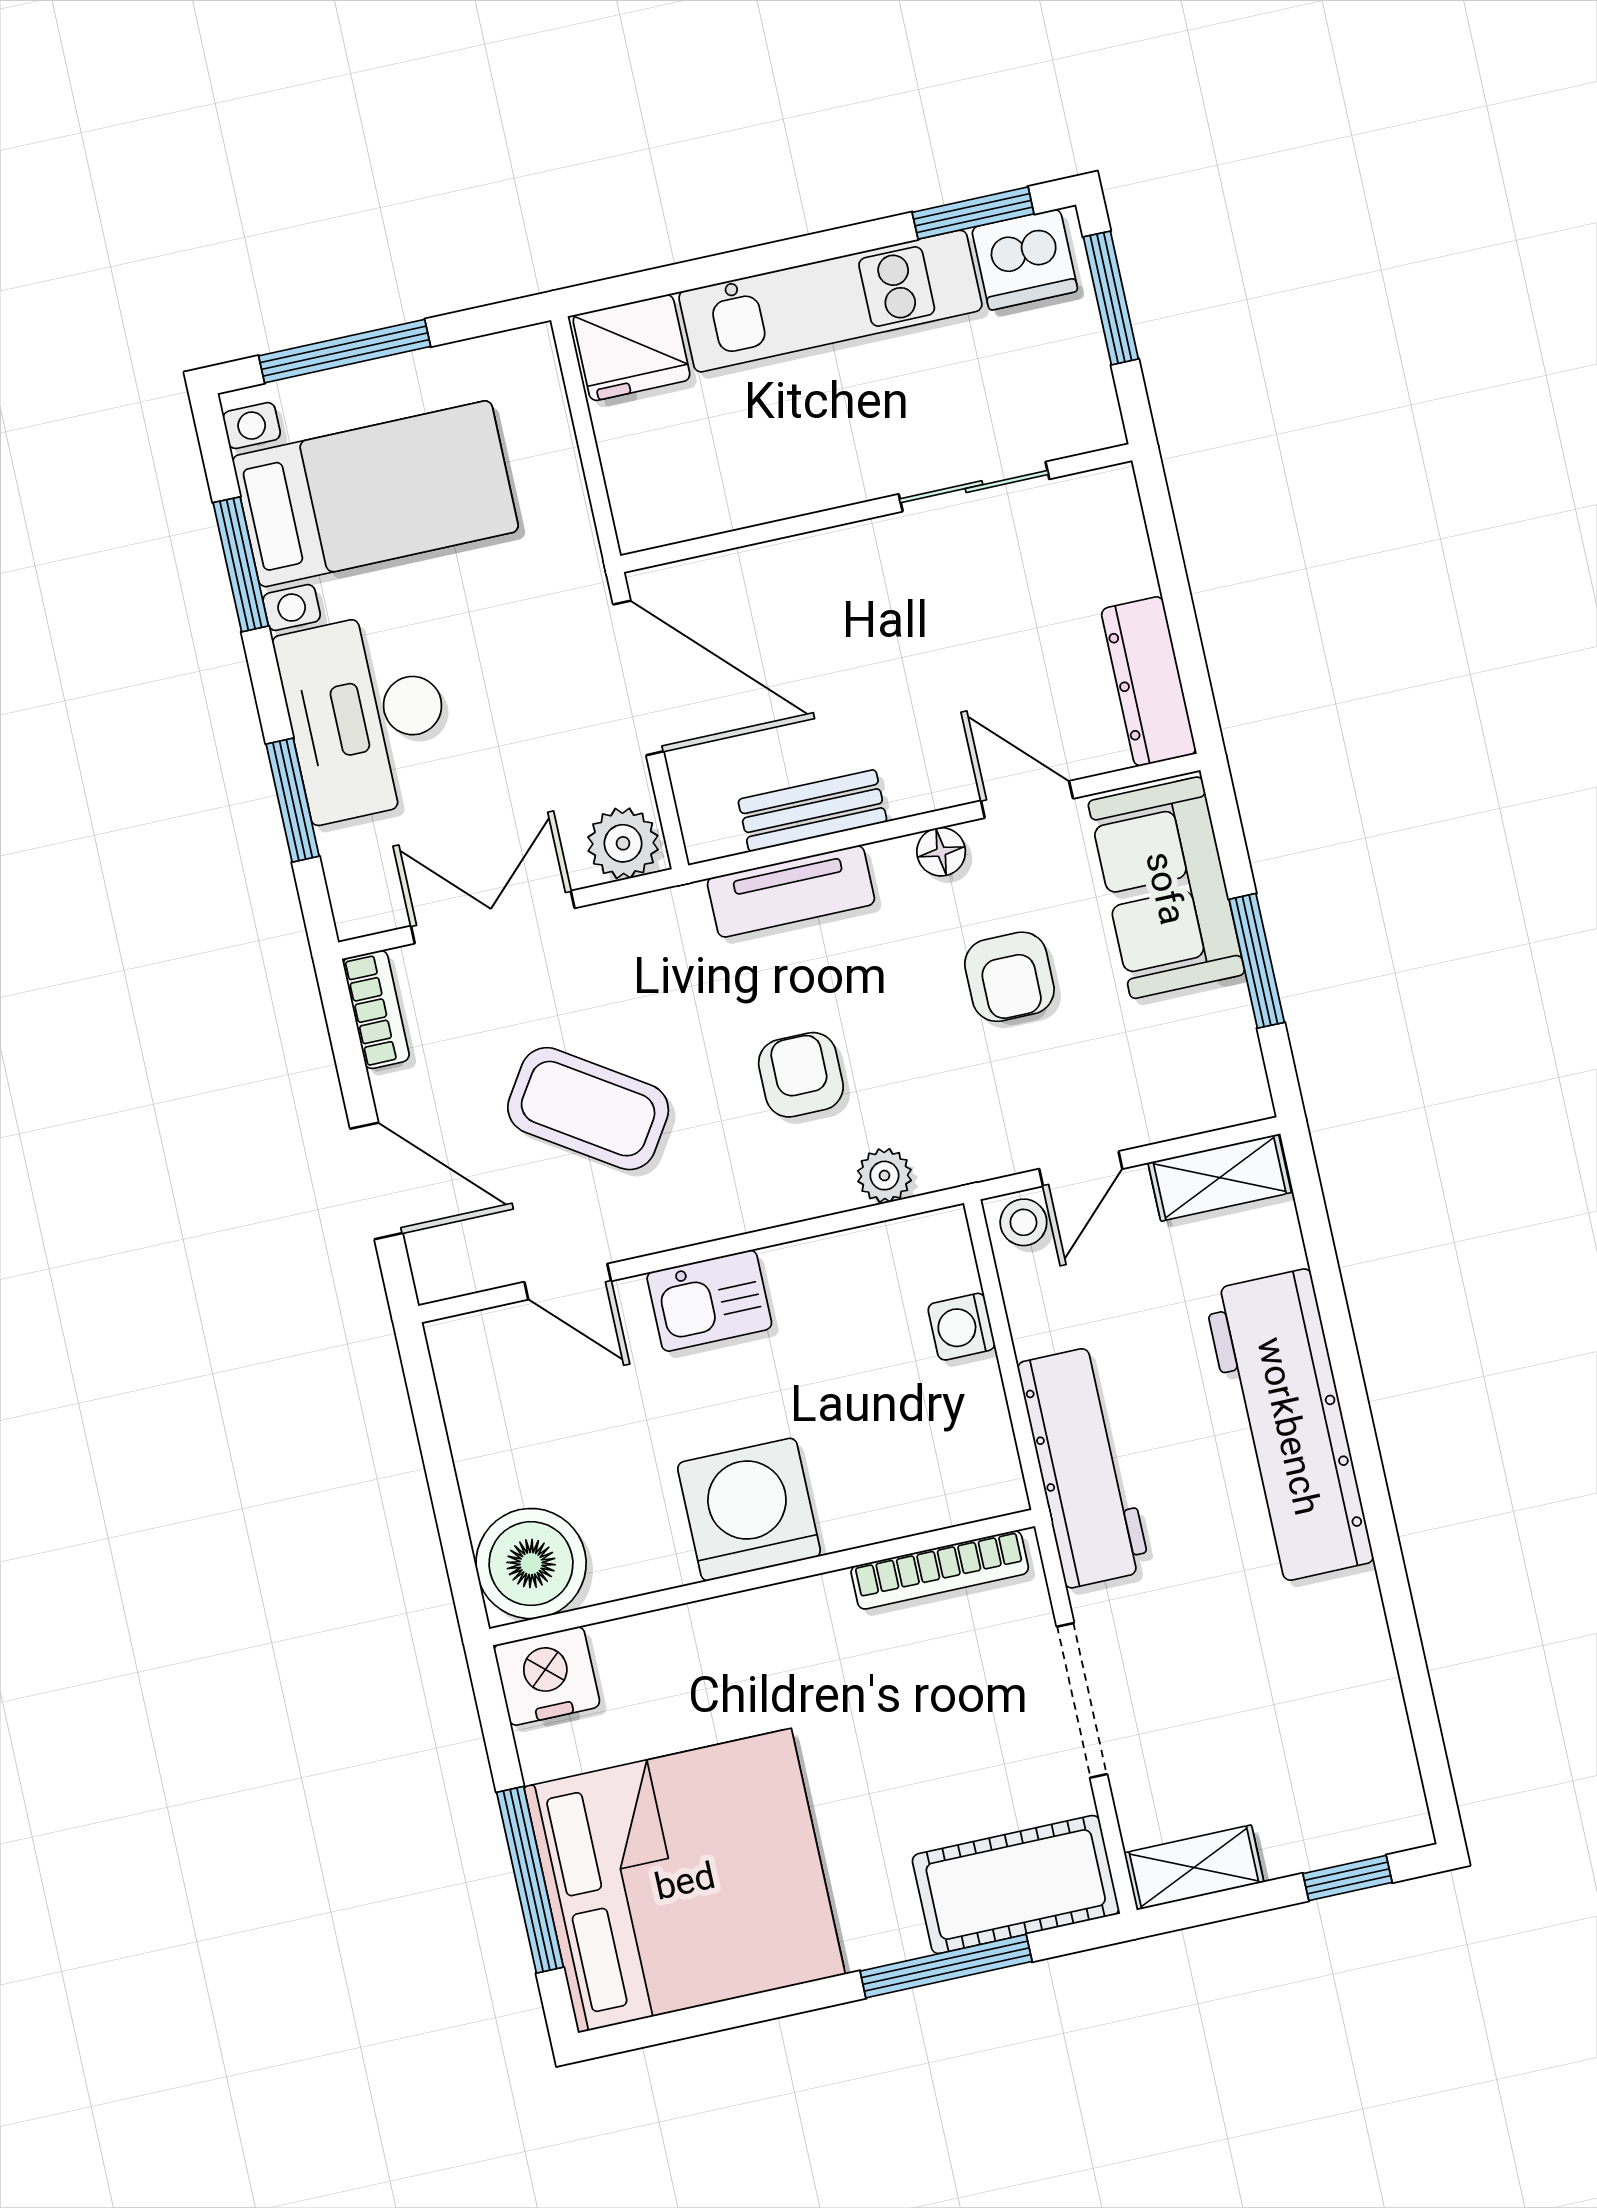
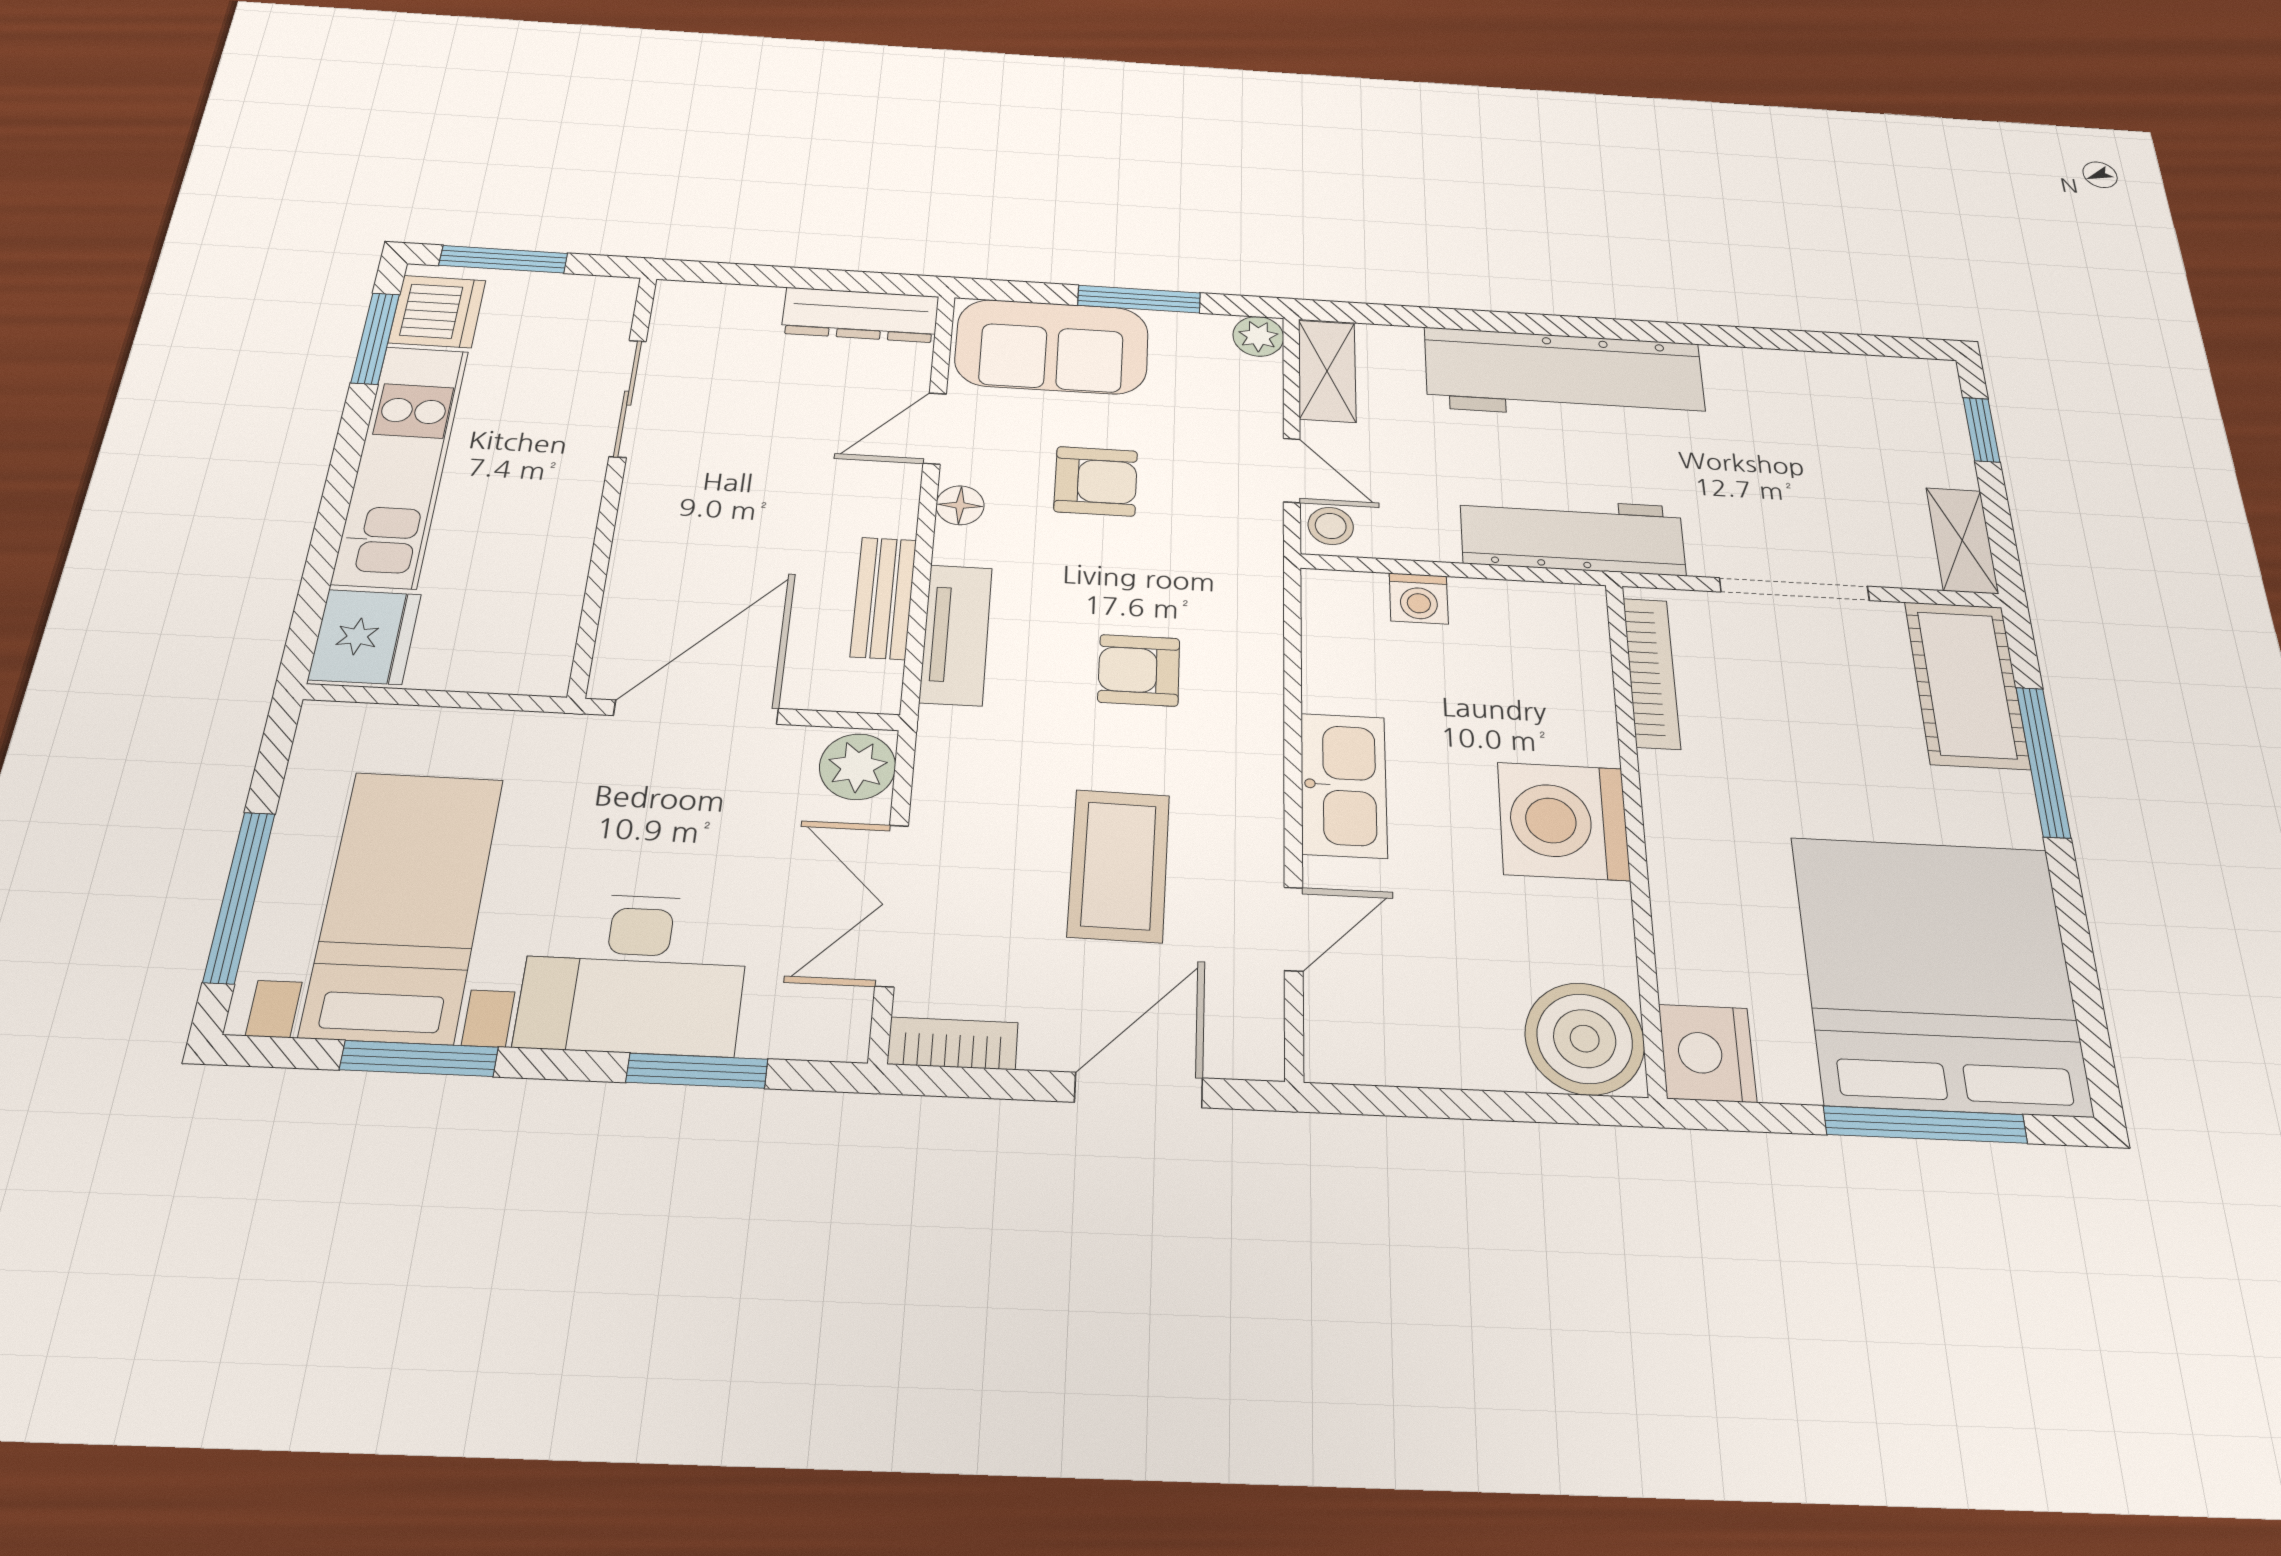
coffee table: (588, 1109) -> (1119, 865), turned -32
plant: (884, 1176) -> (1258, 336), moved
kitchen sink: (709, 1301) -> (1344, 785), width x1.38

